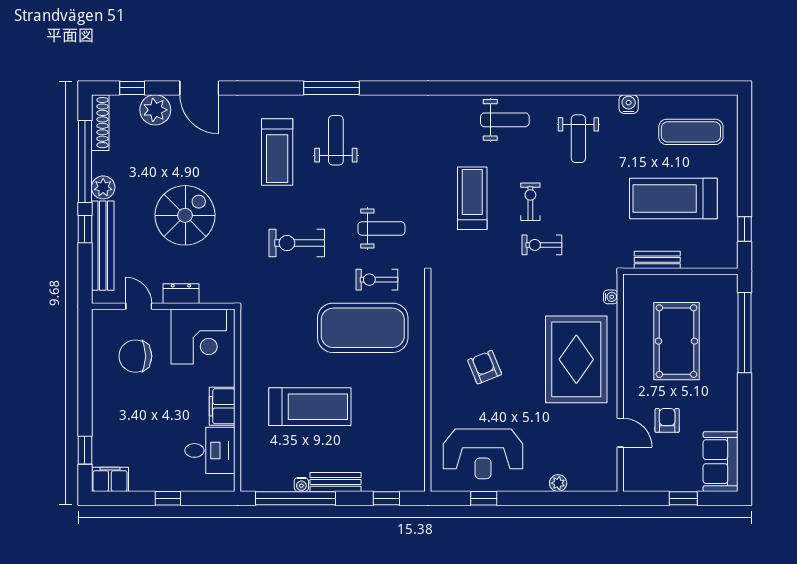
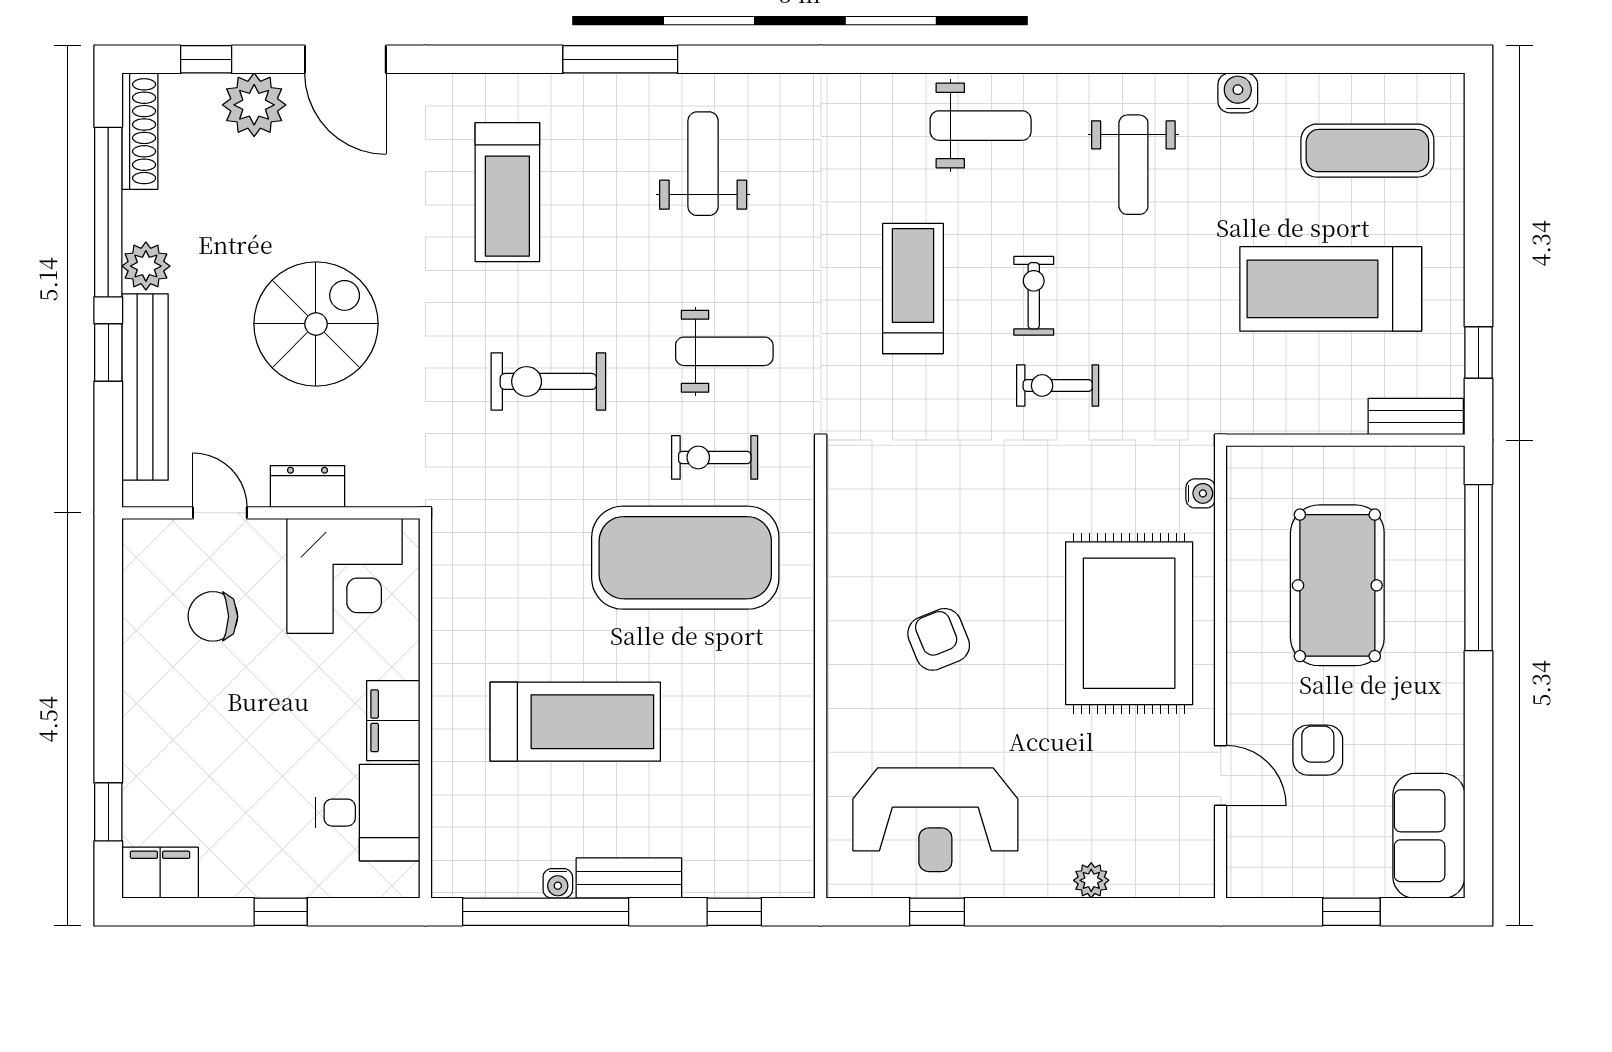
weight bench: (336, 140) -> (703, 164), moved
bench: (657, 260) -> (1416, 417), moved
chair: (135, 356) -> (213, 616), width x0.73, depth x0.73

